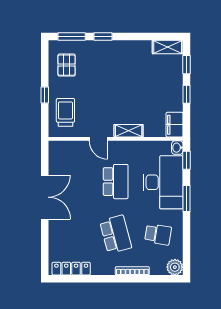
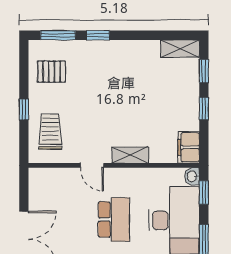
pallet: (67, 65) -> (52, 72), turned 90

